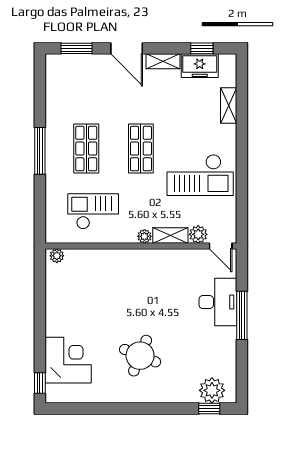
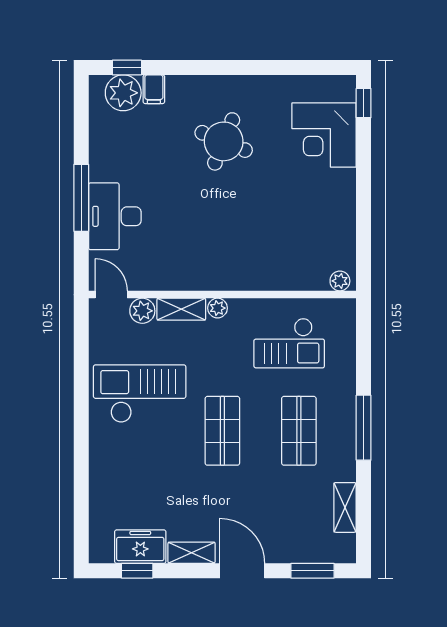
shelving: (229, 105) -> (345, 507), moved
filing cabinet: (190, 393) -> (154, 89), added

